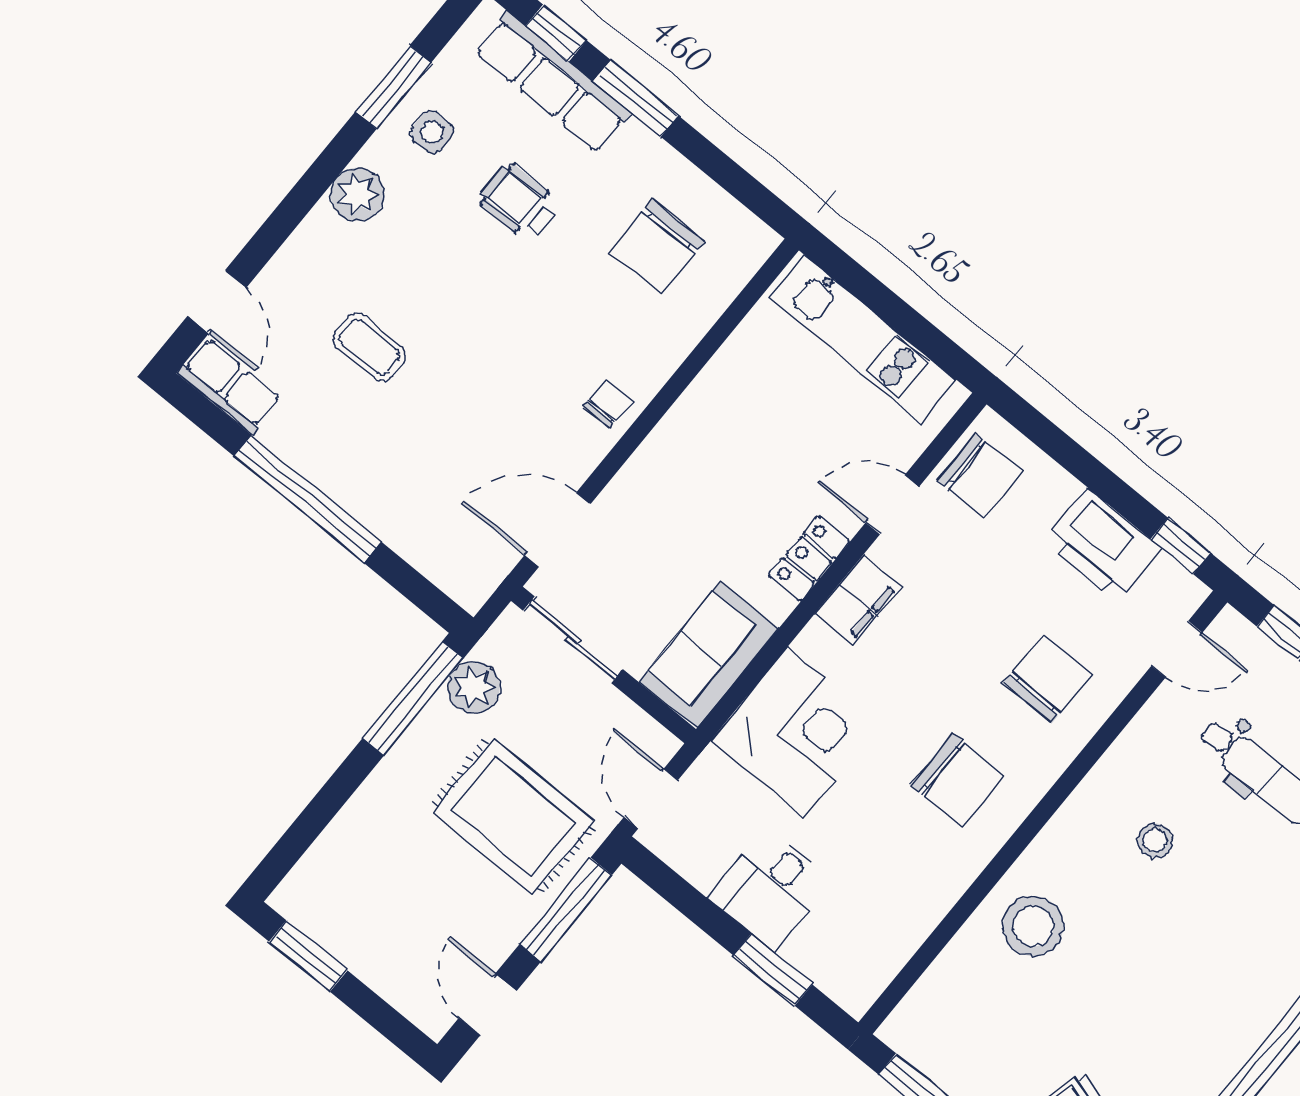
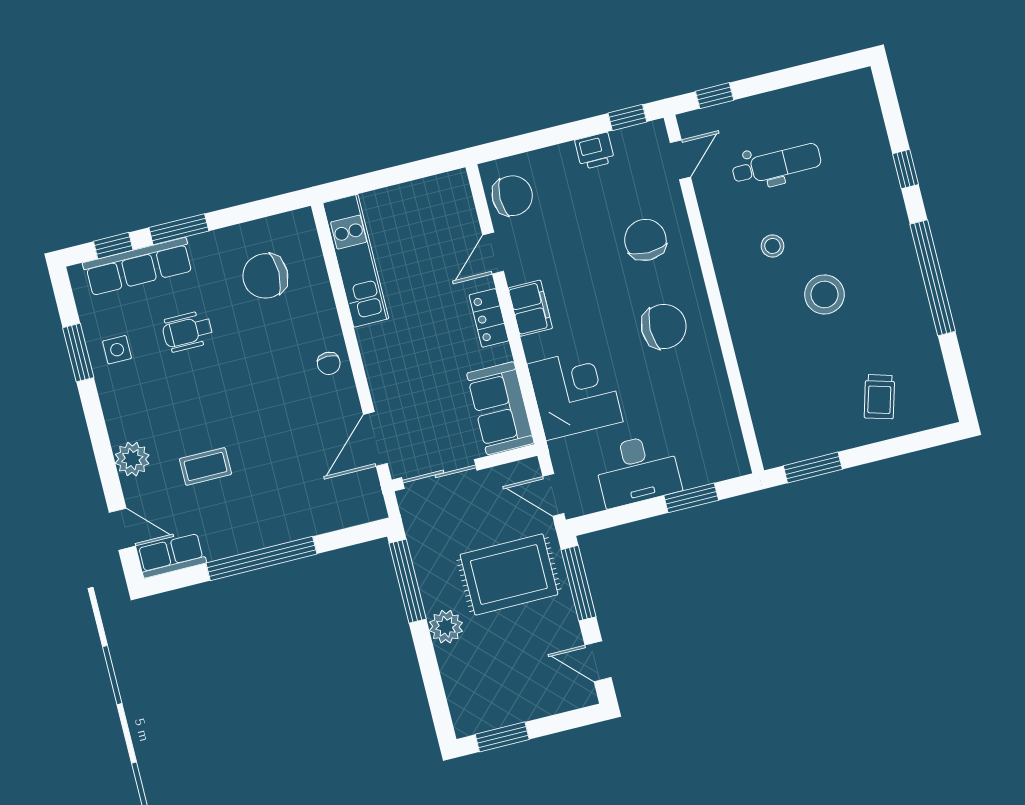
plant: (358, 194) -> (132, 459), moved
chair: (657, 247) -> (265, 276), turned 91
kitchen unit: (863, 338) -> (356, 261), moved, turned -90
chair: (608, 404) -> (329, 363), turned 180
printer: (1103, 545) -> (595, 151), width x0.53, depth x0.68
plant: (474, 687) -> (446, 627), moved
desk: (770, 889) -> (637, 470), width x1.37
stool: (1033, 926) -> (824, 294), moved

